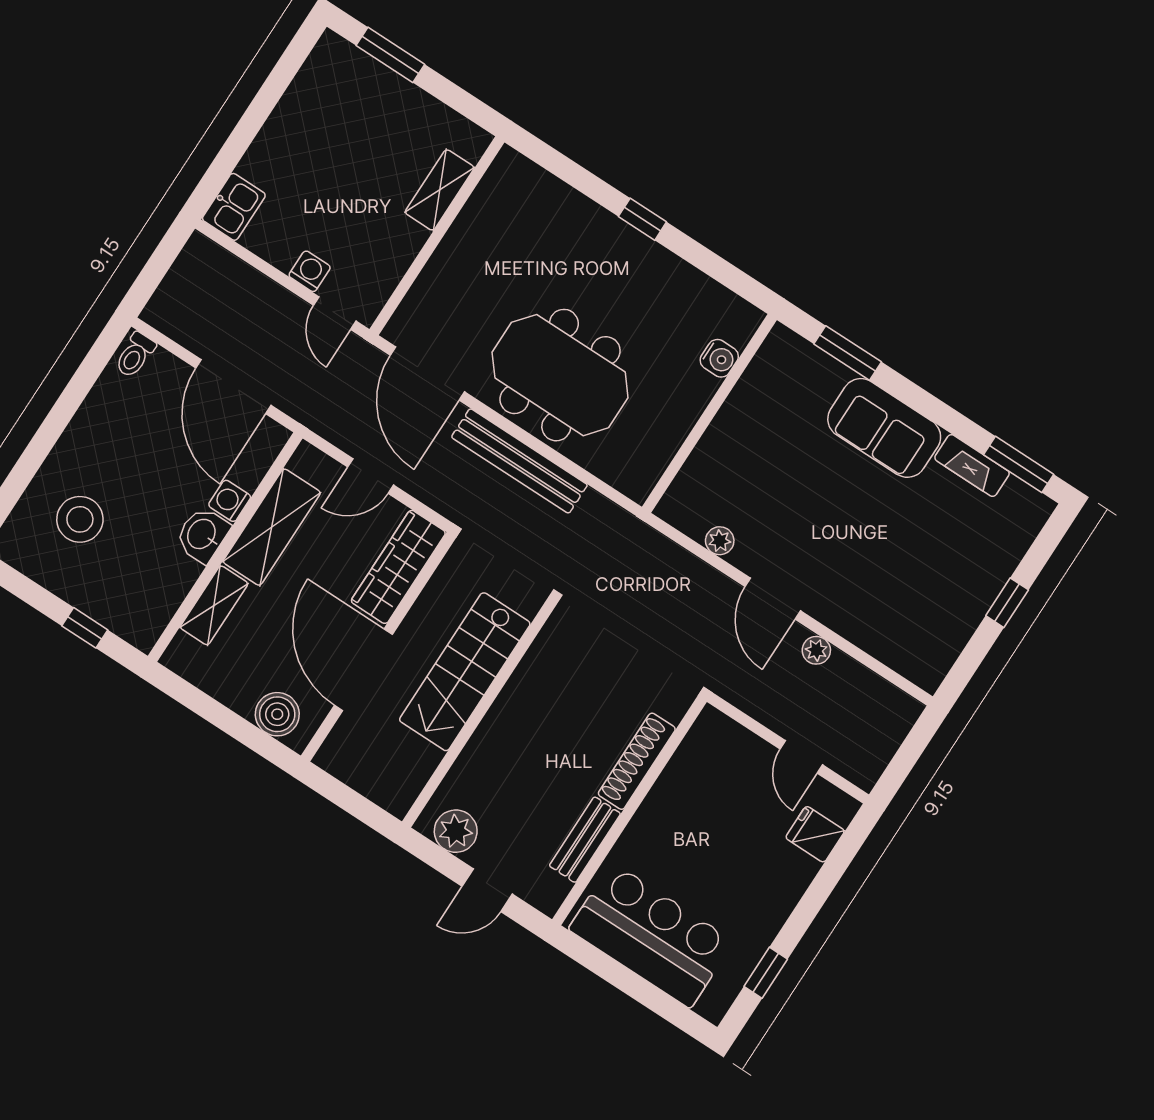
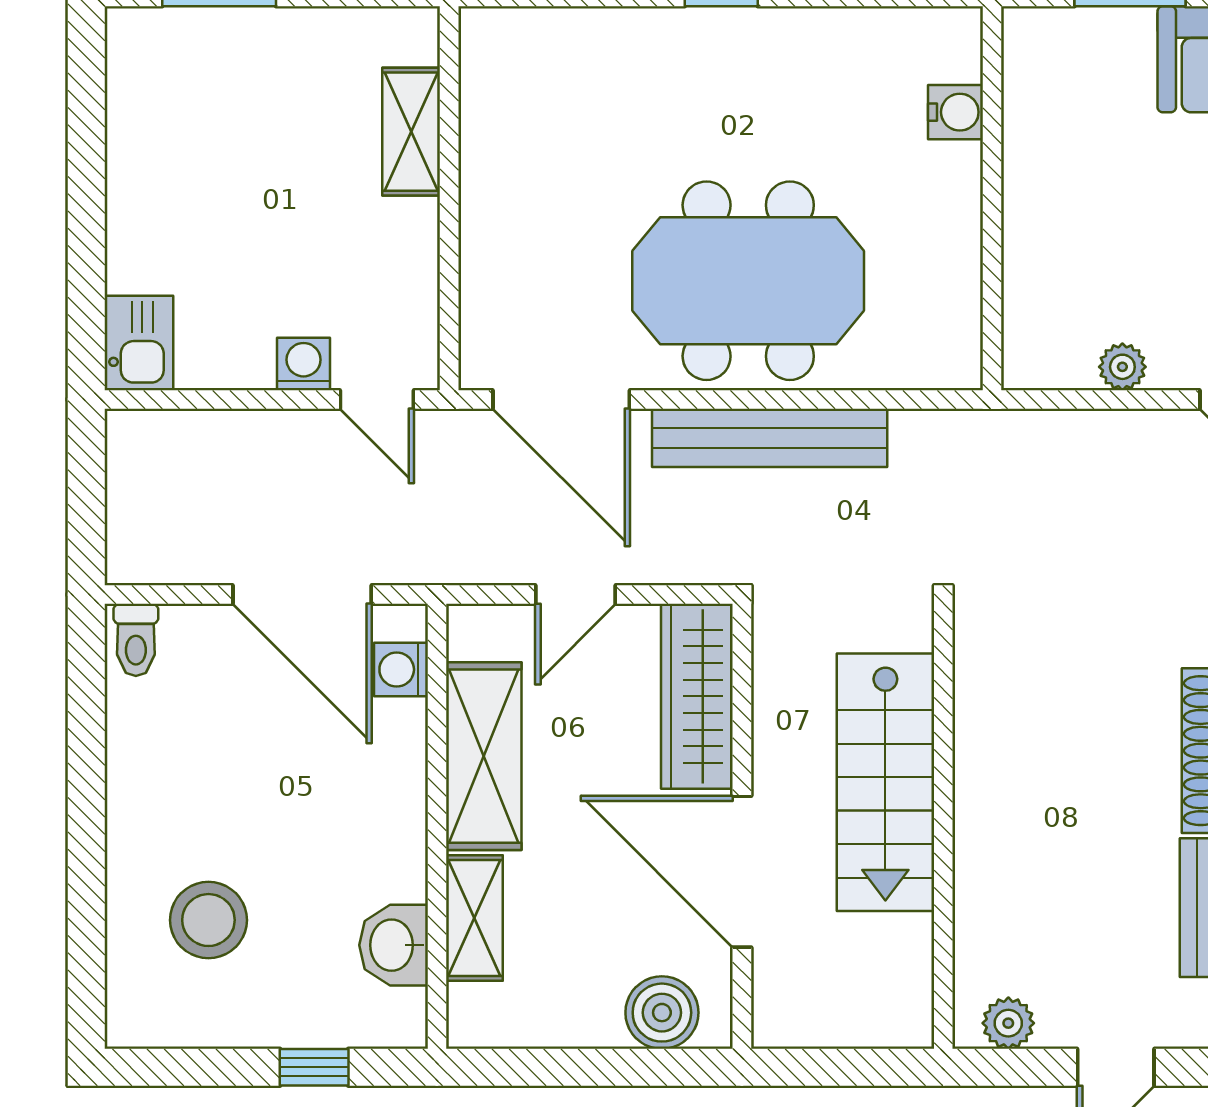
washing machine: (230, 501) -> (401, 670), moved
washbasin: (202, 535) -> (394, 945), moved
plant: (456, 831) -> (1008, 1023), width x0.73, depth x0.73

